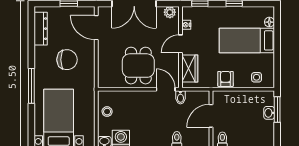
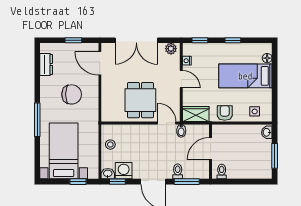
dresser: (41, 29) -> (46, 64), width x0.70
door: (181, 44) -> (181, 79), swing flipped
wardrobe: (190, 68) -> (196, 114), moved, turned -90
window: (277, 109) -> (275, 156), moved
washbasin: (269, 113) -> (267, 132), moved

